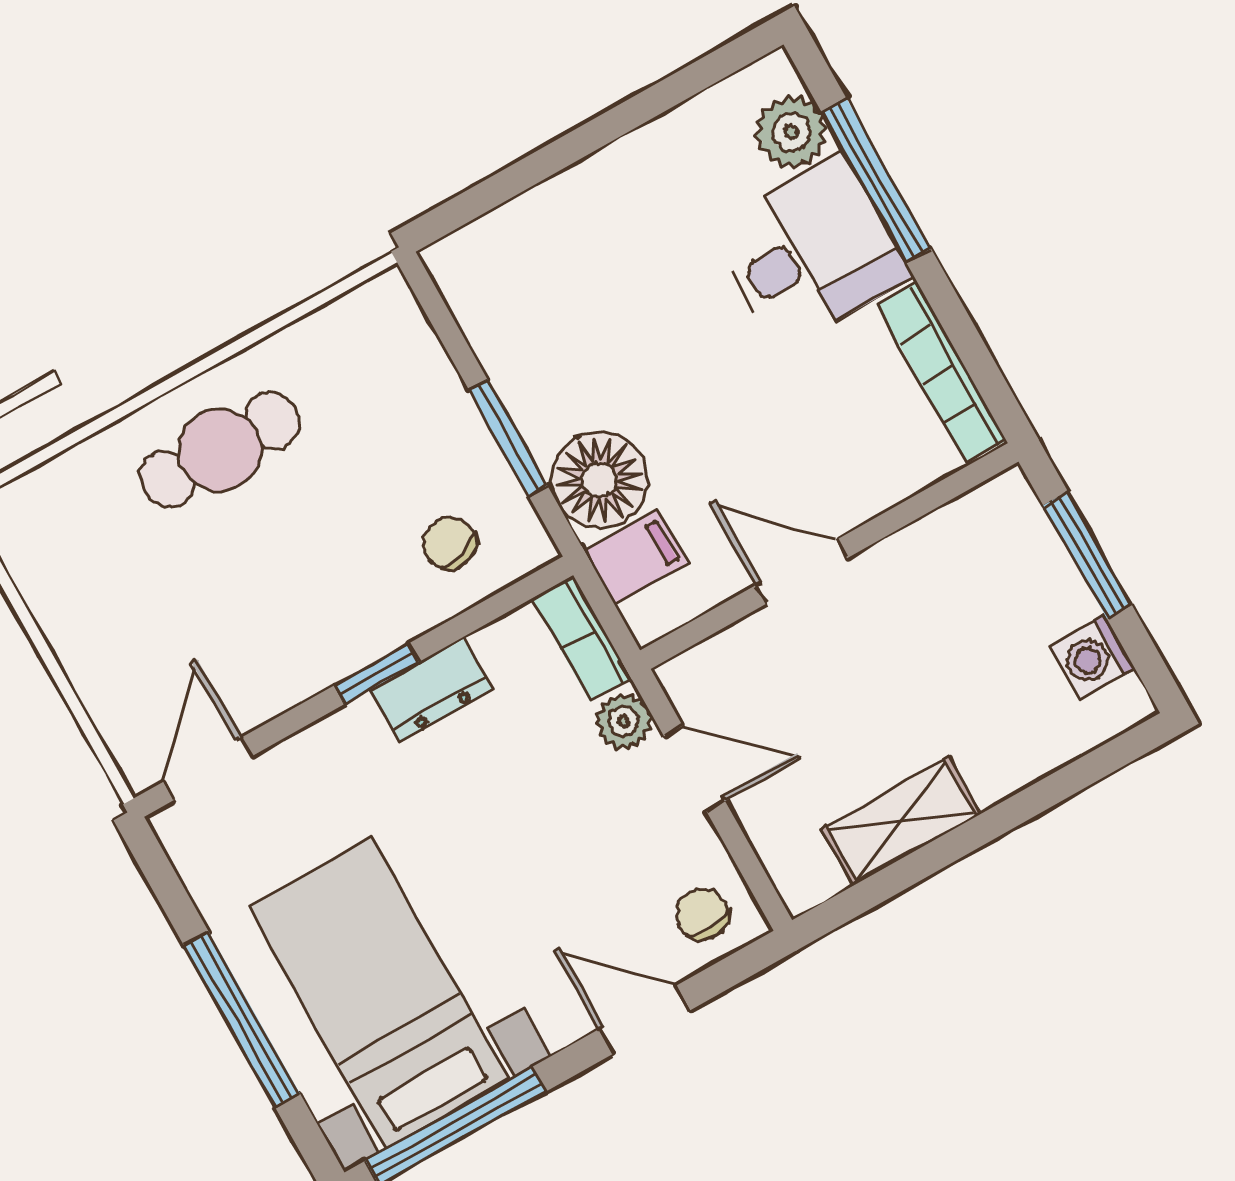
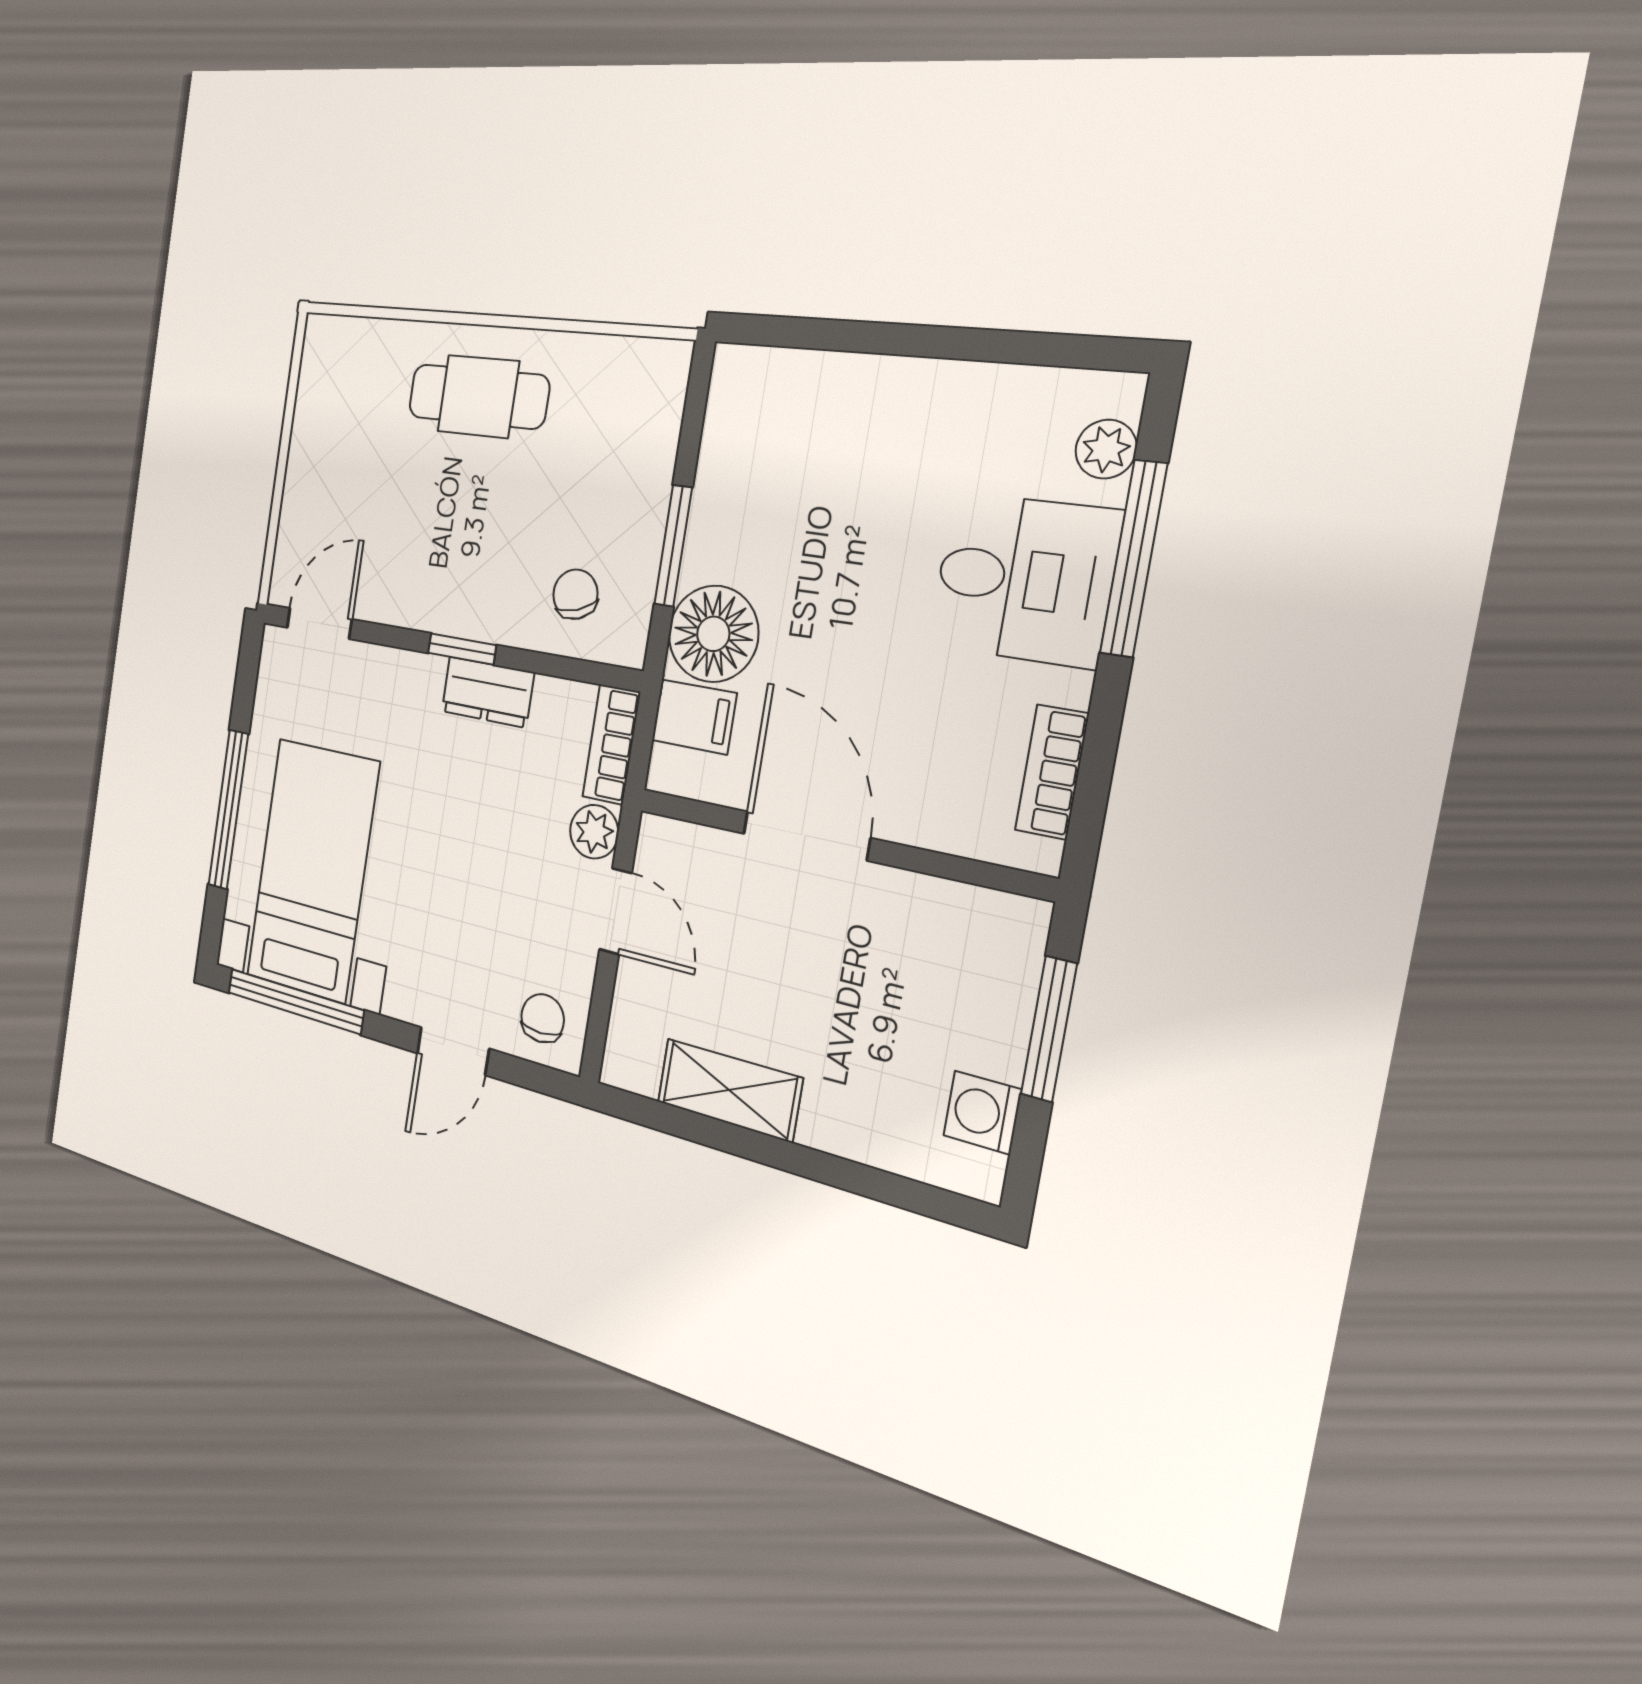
plant: (791, 132) -> (1106, 449), width x0.73, depth x0.73
bookcase: (942, 373) -> (1052, 772), width x0.64
door: (801, 572) -> (806, 836), width x1.38
door: (644, 1020) -> (453, 1051), swing flipped

